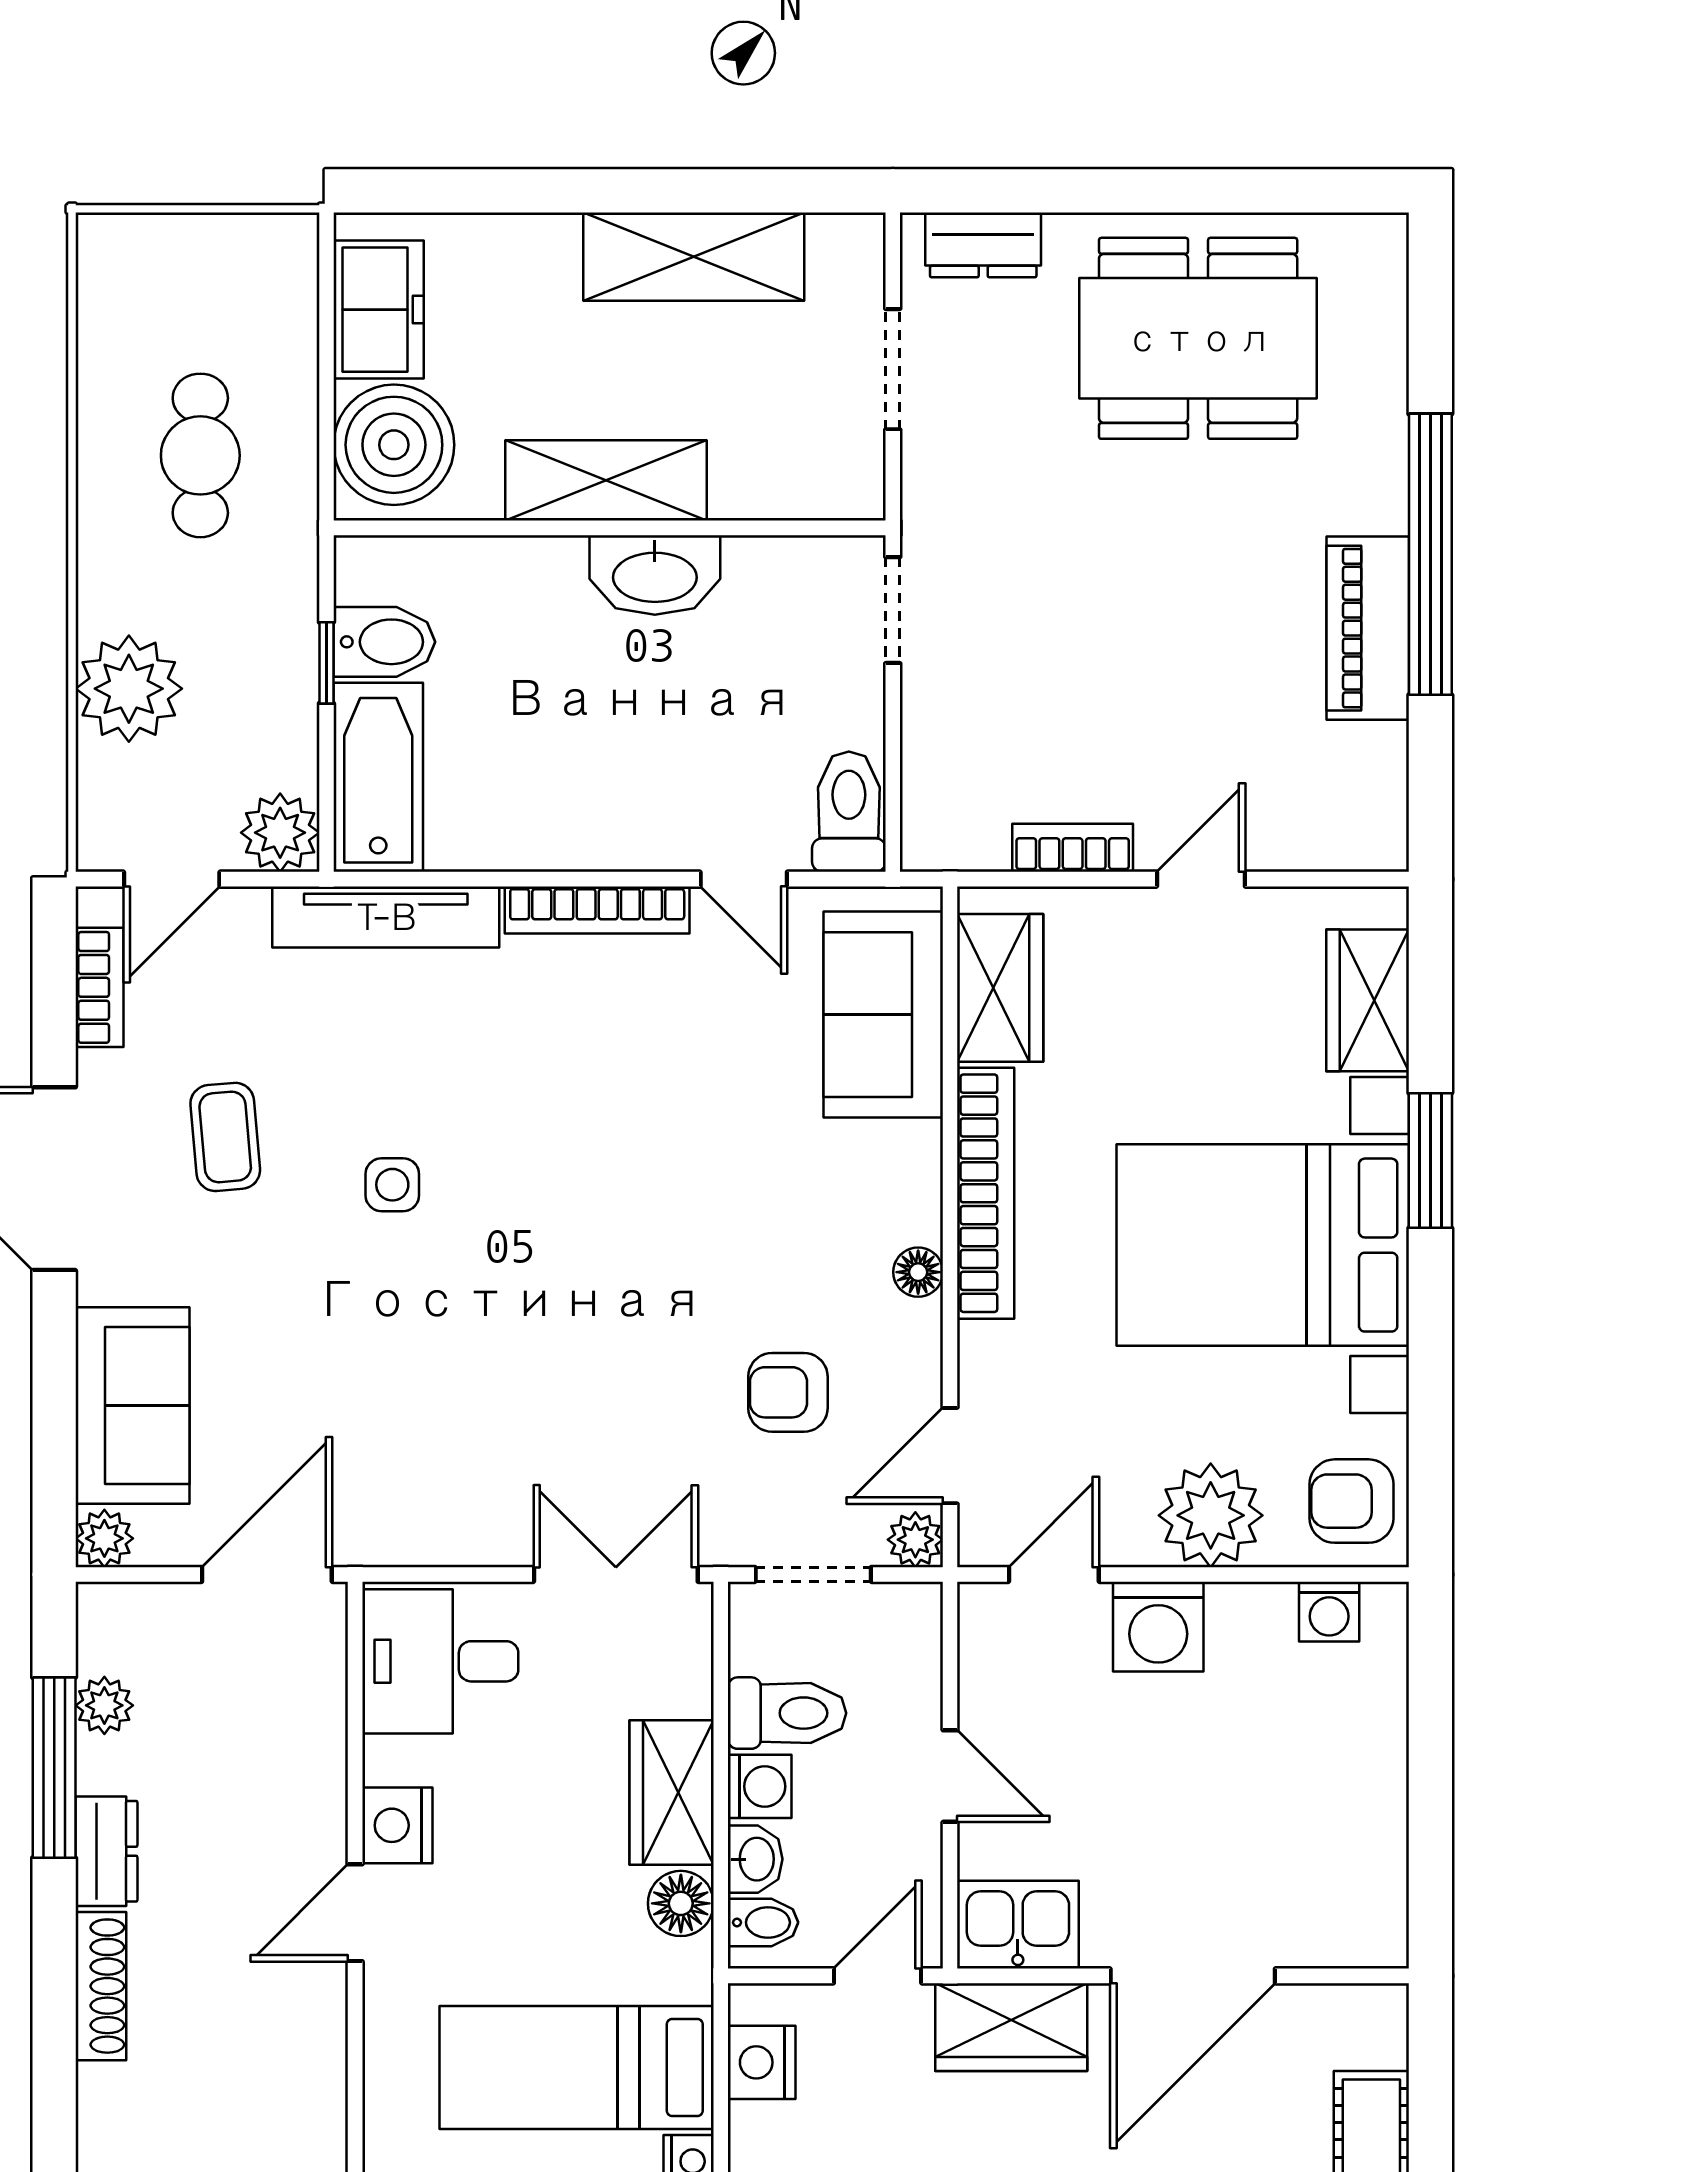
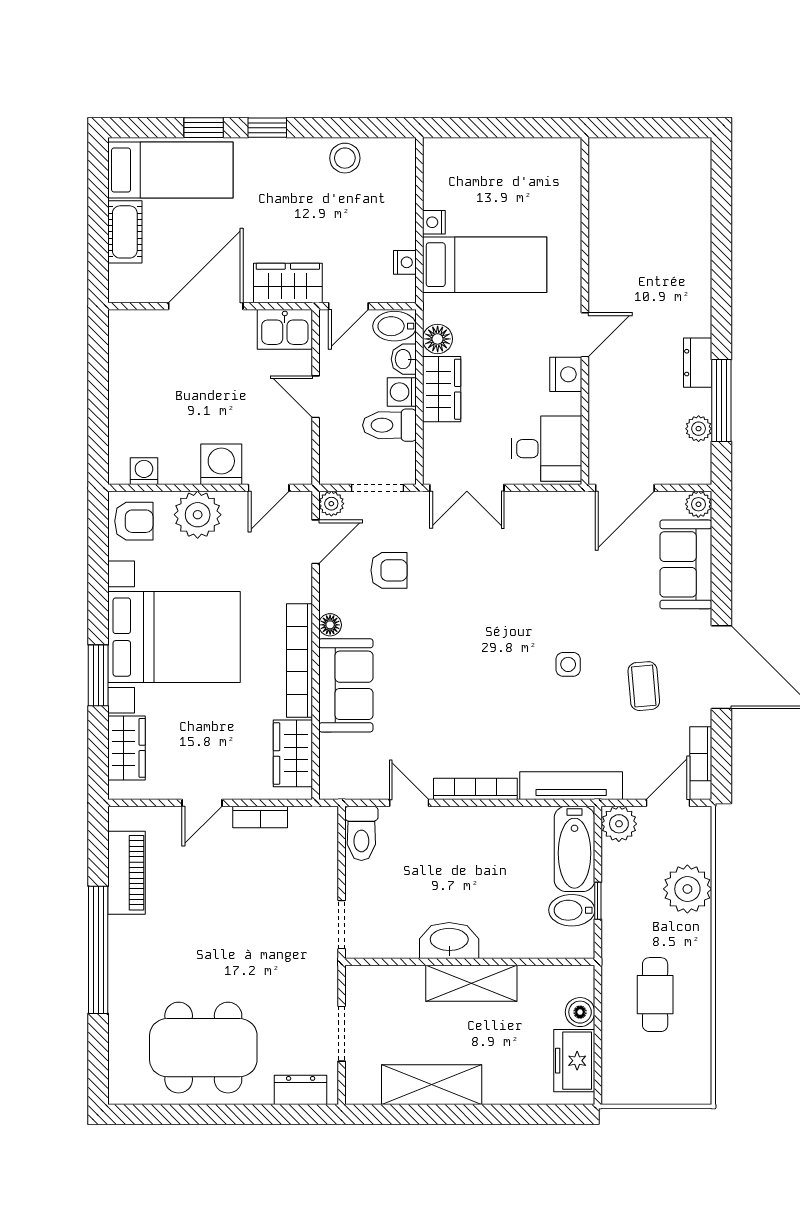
boiler: (394, 445) -> (580, 1012), width x0.54, depth x0.54
piano: (1368, 628) -> (126, 873), moved
sofa: (883, 1015) -> (346, 685), moved
bidet: (763, 1922) -> (395, 326), width x1.38, depth x1.36
shoe rack: (101, 1986) -> (700, 302), removed
nightstand: (762, 2062) -> (405, 262), width x0.72, depth x0.74

